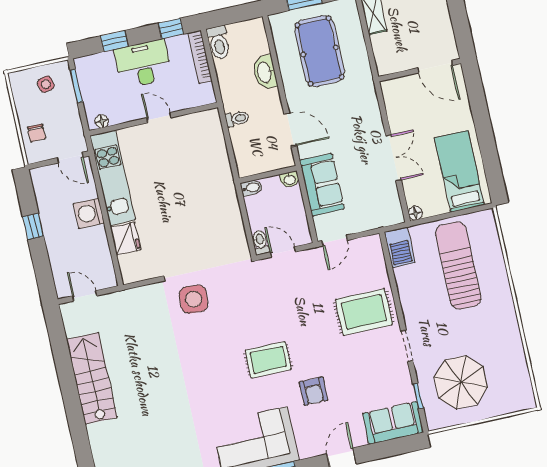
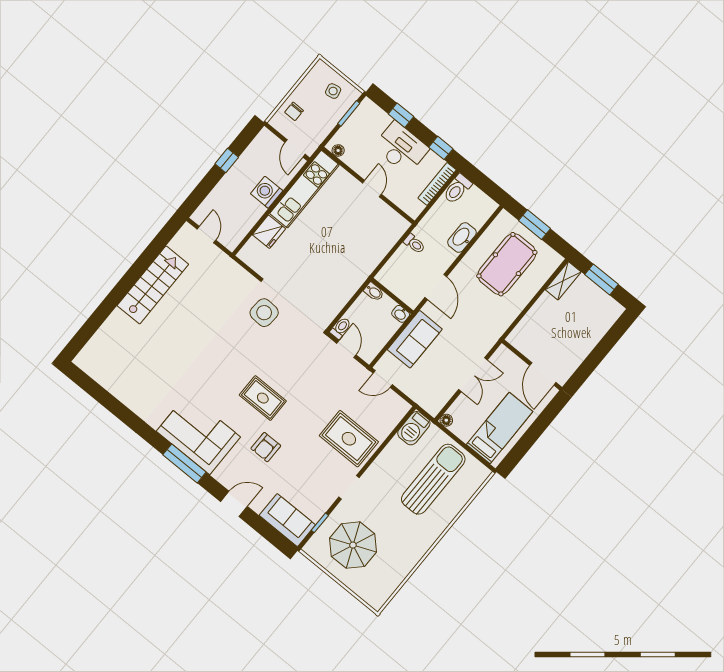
door: (435, 67) -> (543, 374), moved
wall: (420, 70) -> (532, 365), moved

